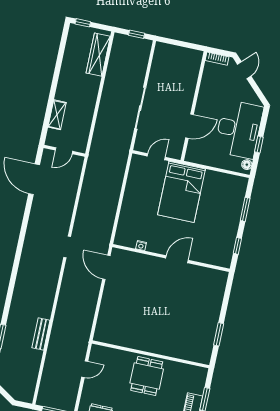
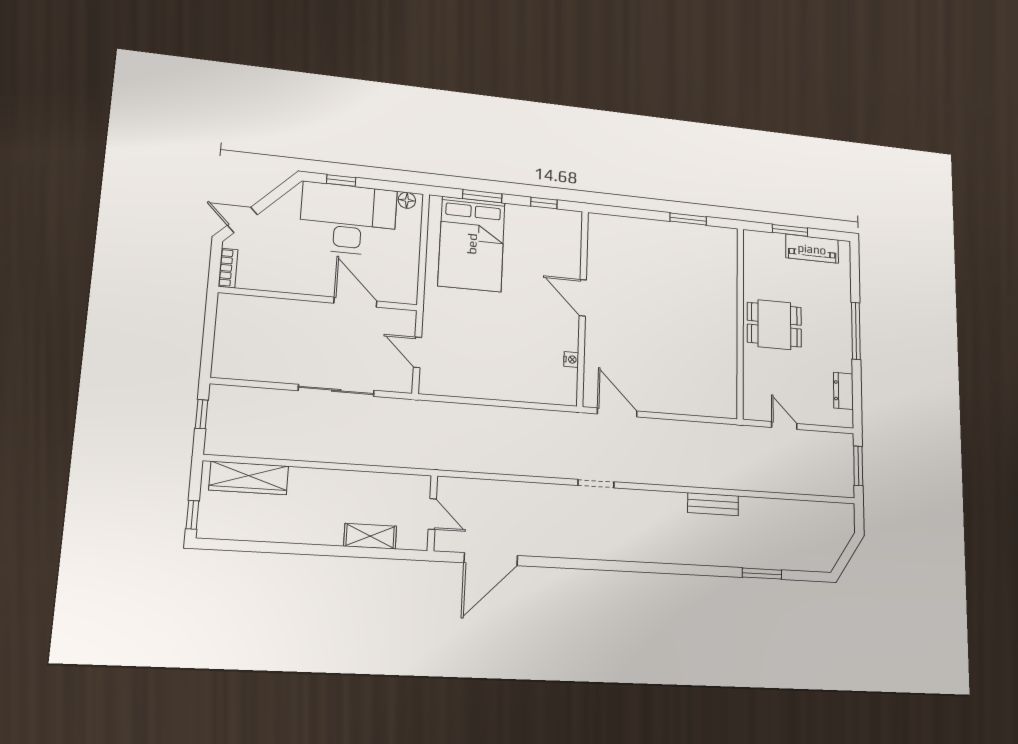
window: (259, 145) -> (341, 181), moved
bed: (182, 192) -> (472, 244), moved, turned 90
door: (106, 267) -> (617, 412), swing flipped
bench: (41, 334) -> (713, 504), moved

